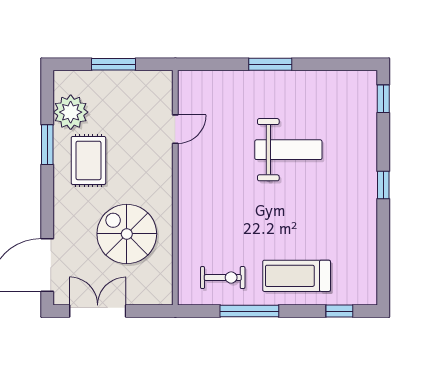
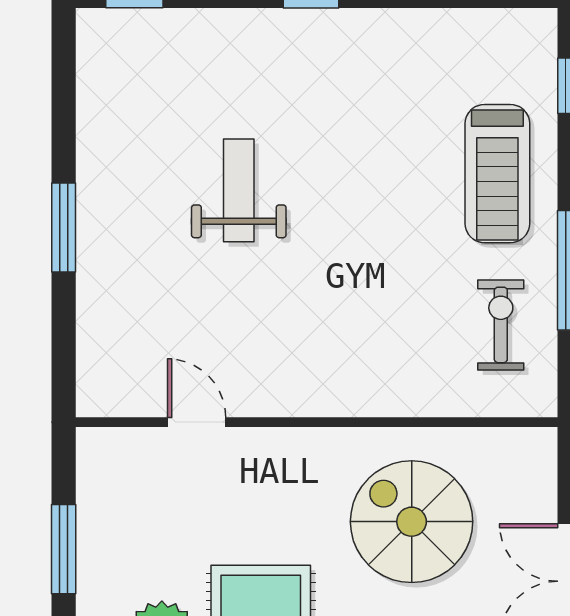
weight bench: (288, 150) -> (239, 190), width x0.73, depth x0.75
spiral stairs: (127, 234) -> (412, 522), turned 90

